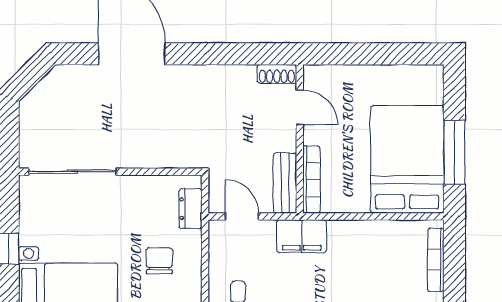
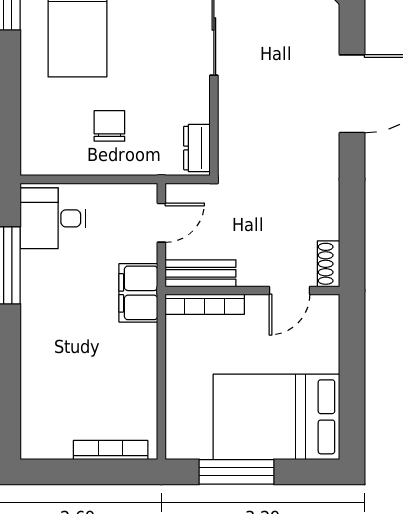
bed: (407, 159) -> (276, 417), moved, turned 180
dresser: (190, 209) -> (197, 148), moved, turned -90
chair: (159, 261) -> (109, 126), turned -90

